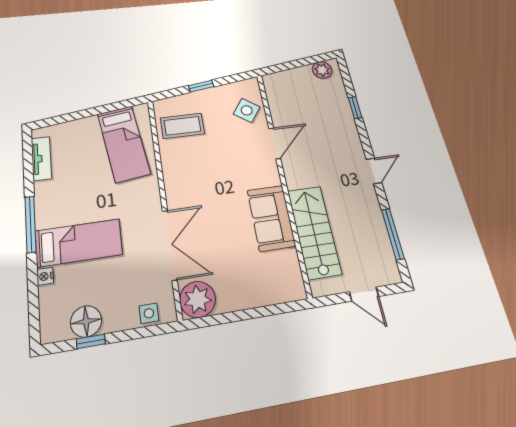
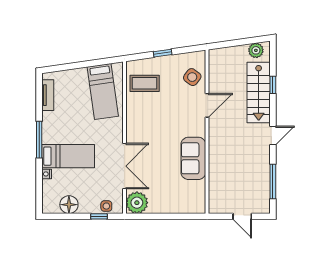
stairs: (314, 232) -> (259, 92), moved, turned 180
window: (91, 341) -> (99, 216), moved

